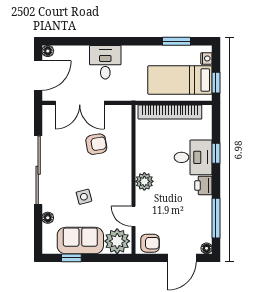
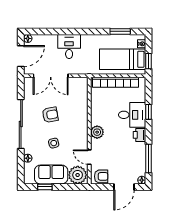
armchair: (96, 144) -> (50, 115), moved

